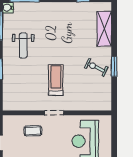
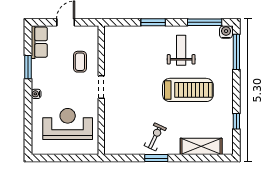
weight bench: (23, 45) -> (181, 50), turned 90
treadmill: (56, 80) -> (188, 90), moved, width x1.37, depth x1.38

